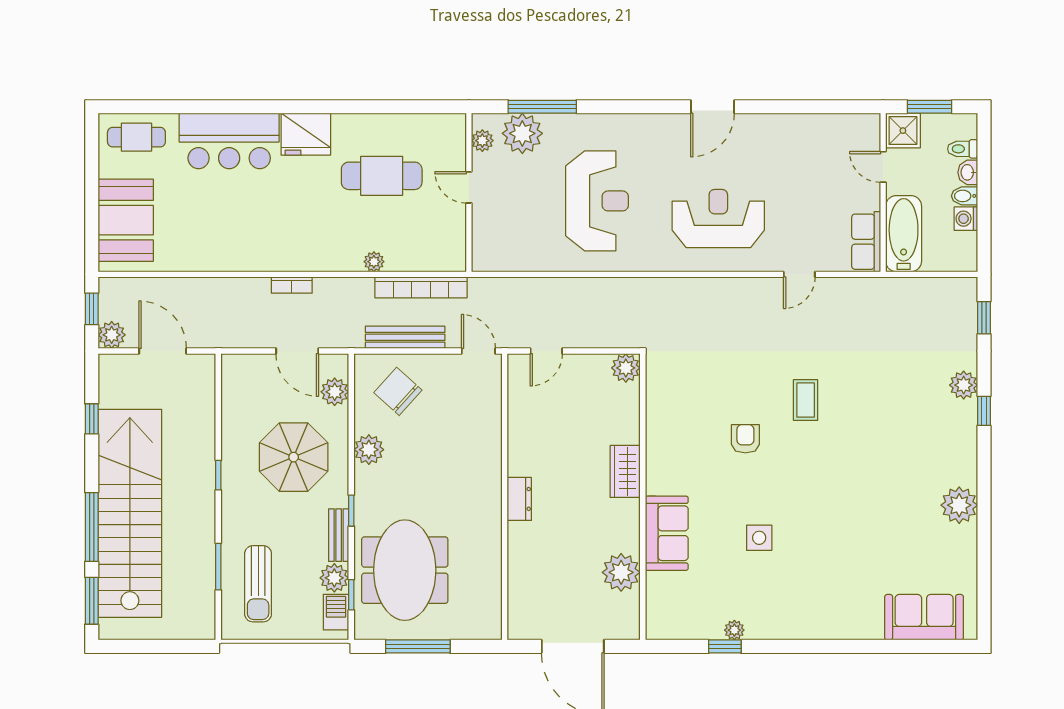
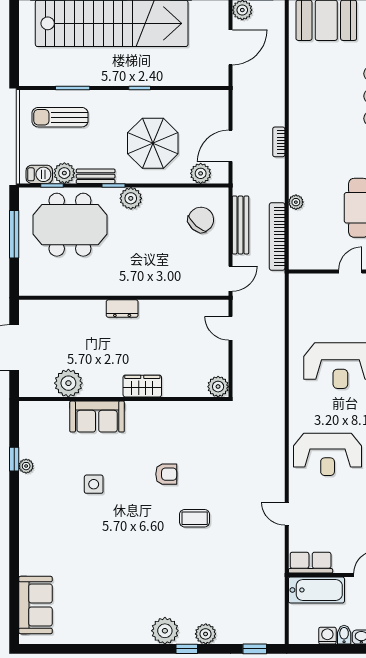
reception desk: (718, 218) -> (328, 454), turned 90
plant: (369, 450) -> (131, 198), moved
plant: (959, 505) -> (165, 631), moved

